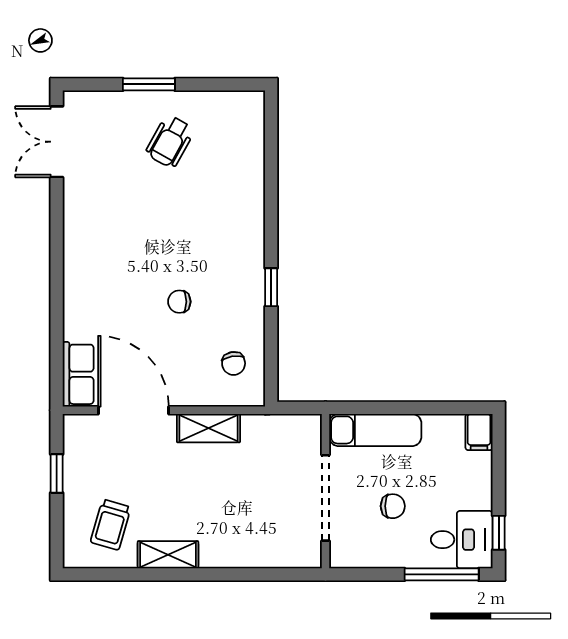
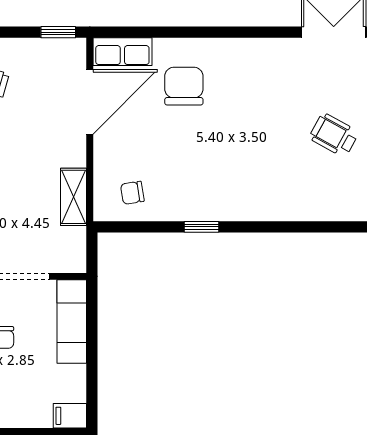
chair: (179, 302) -> (184, 86), moved, width x1.87, depth x1.87
shelving: (208, 428) -> (74, 197), moved
window: (57, 474) -> (58, 32), moved

